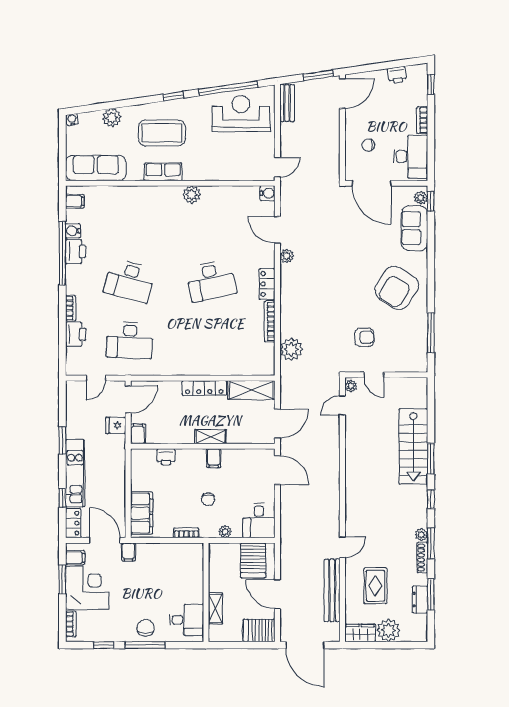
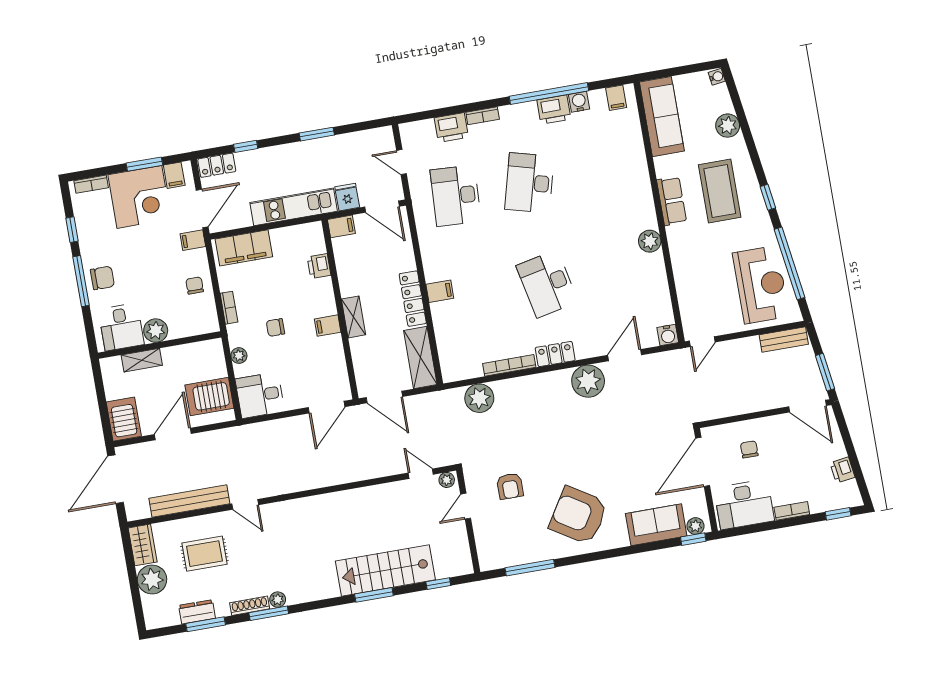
door: (277, 167) -> (702, 342), hinge flipped
plant: (287, 256) -> (588, 381), width x1.88, depth x1.88
filing cabinet: (202, 366) -> (440, 291), added
kitchen unit: (75, 473) -> (294, 207), moved, turned 180
window: (431, 499) -> (438, 584), moved
chair: (164, 557) -> (195, 285), added
plant: (194, 593) -> (156, 331), added

